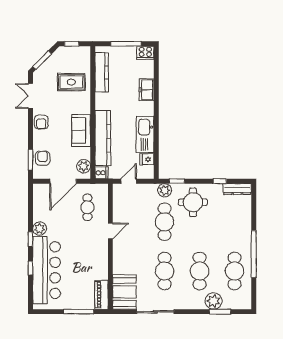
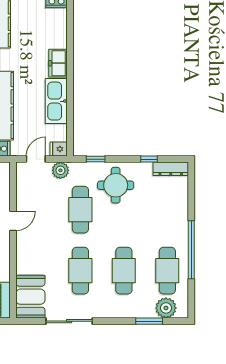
freezer: (147, 90) -> (58, 63), moved
fridge: (147, 159) -> (59, 149), moved
plant: (165, 190) -> (60, 170), moved
plant: (213, 301) -> (166, 308), moved

